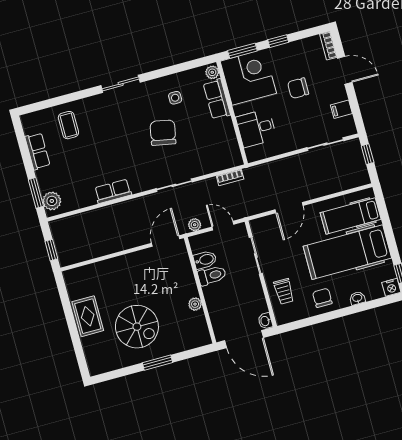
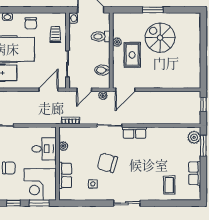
plant: (212, 72) -> (63, 146), moved
chair: (163, 133) -> (107, 163), turned 94
row of seats: (113, 191) -> (135, 133), moved
door: (289, 208) -> (48, 90), moved
door: (223, 226) -> (84, 90), hinge flipped
toilet: (212, 275) -> (101, 37), moved
rug: (88, 316) -> (132, 55), moved

